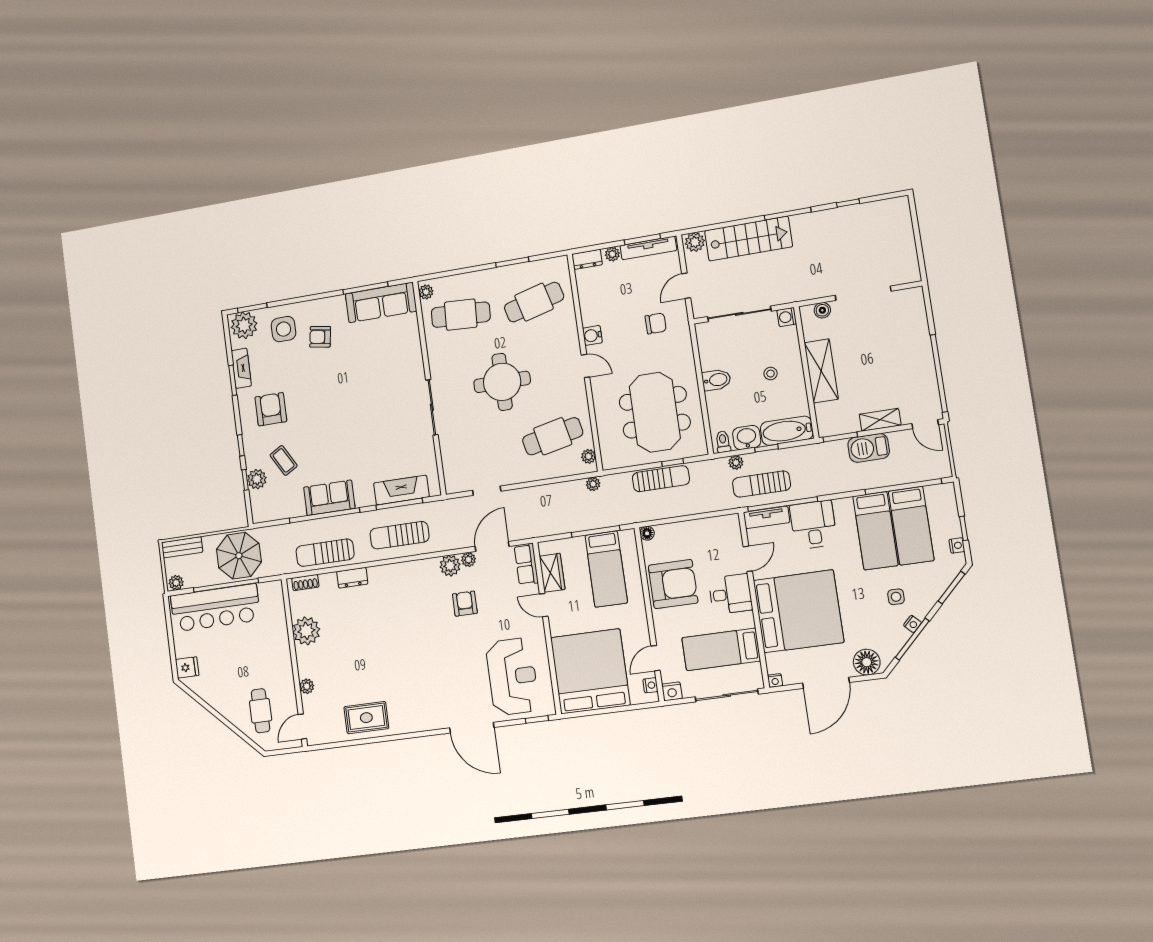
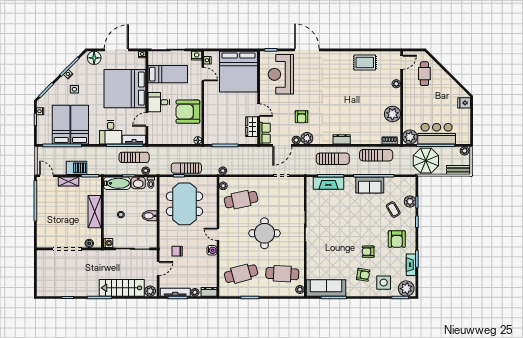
armchair: (317, 379) -> (368, 252), added
bed: (606, 569) -> (222, 125), removed
dresser: (352, 578) -> (342, 139), moved
plant: (271, 594) -> (410, 137), added
bar counter: (215, 608) -> (437, 134), width x0.73
door: (656, 658) -> (203, 74), hinge flipped

